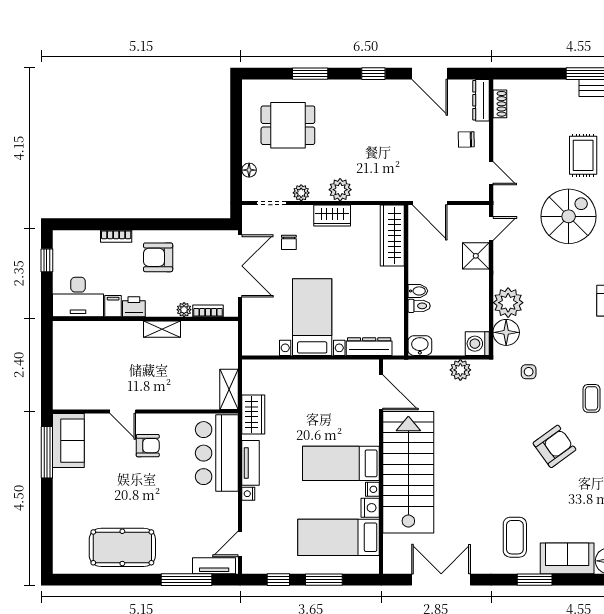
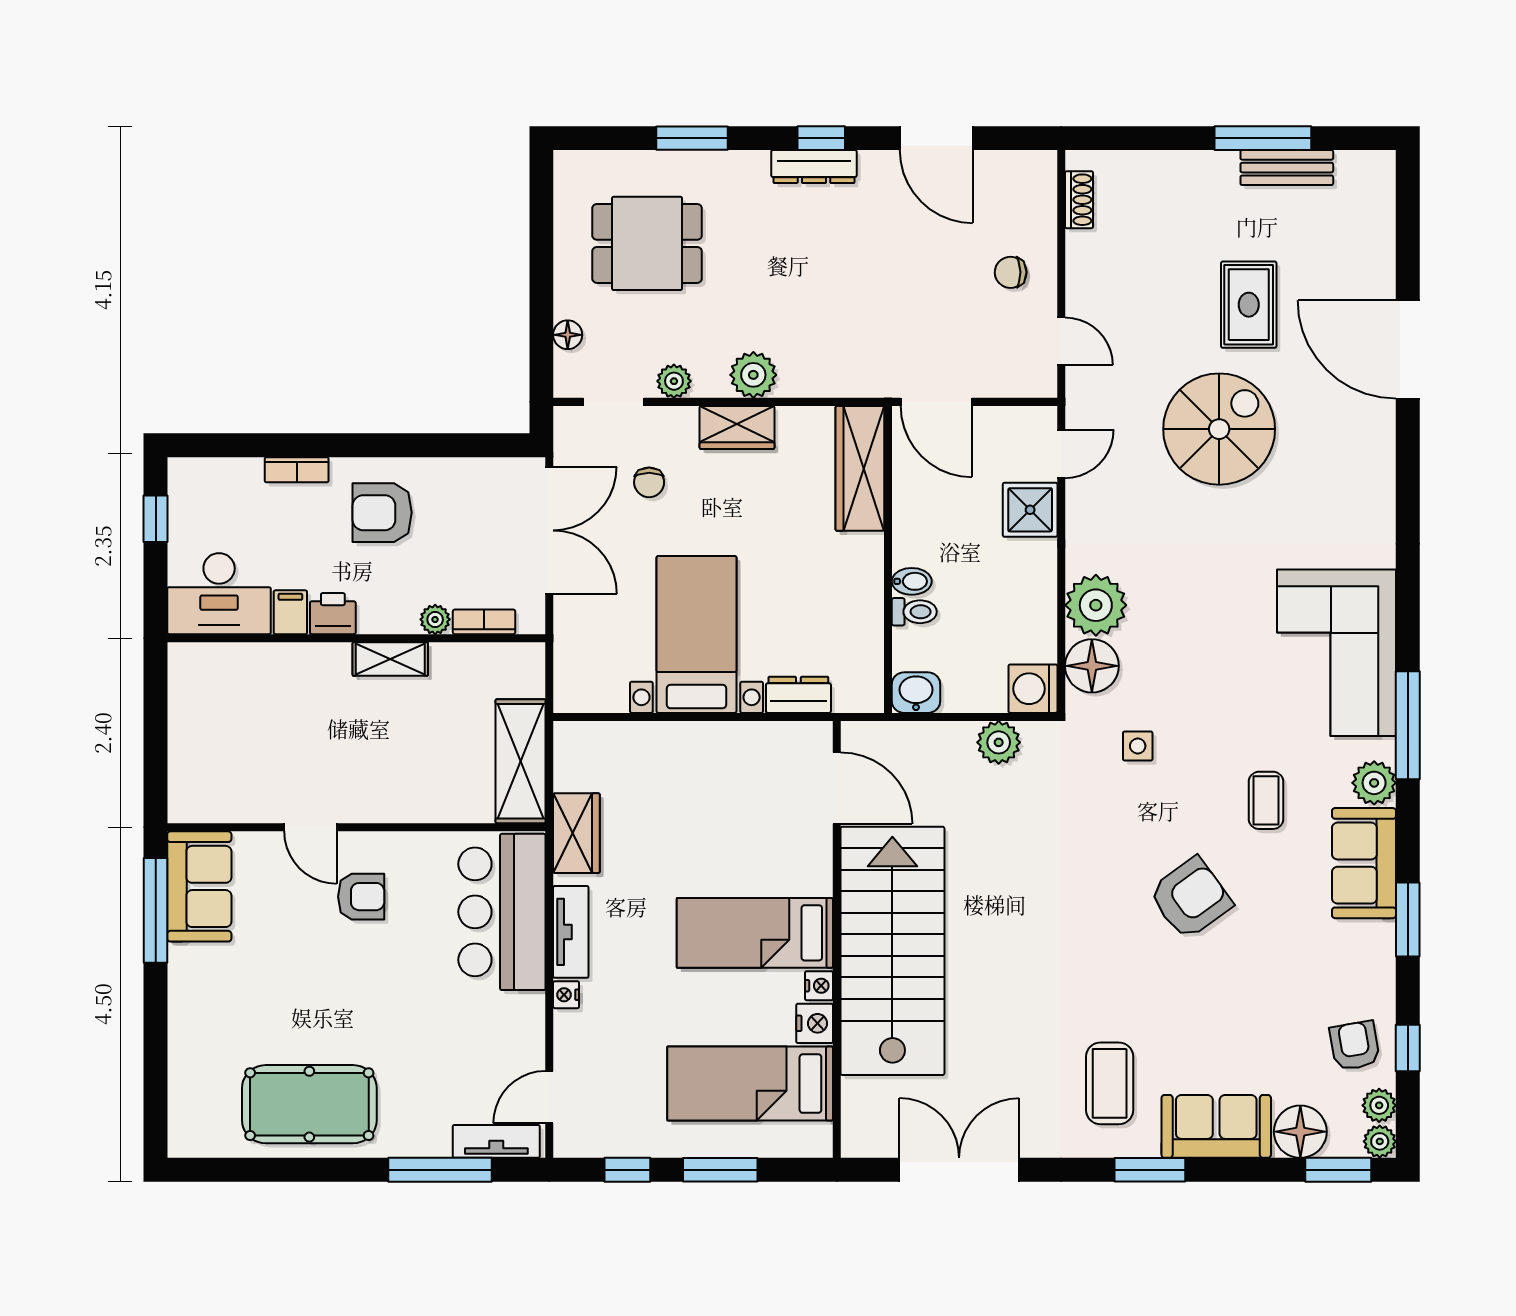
dresser: (481, 100) -> (814, 167), moved, turned -90
dresser: (369, 347) -> (798, 695), width x0.70
shelving: (229, 389) -> (521, 761), width x1.50, depth x1.33

